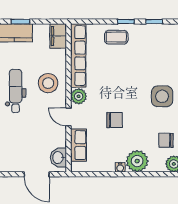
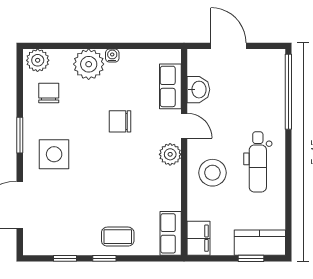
row of seats: (78, 56) -> (171, 233), width x0.50
chair: (166, 140) -> (49, 93), turned -90
washbasin: (58, 158) -> (198, 90), moved

